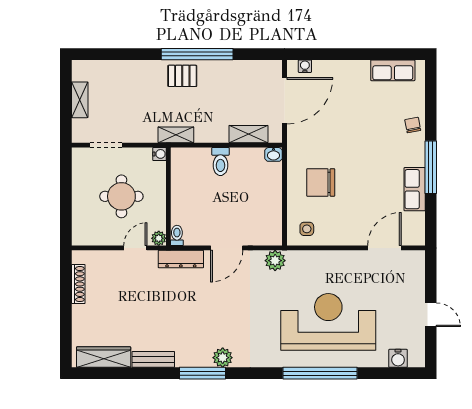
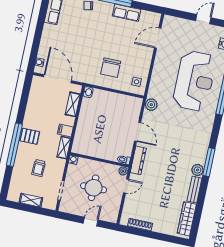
window: (197, 54) -> (14, 145), moved
pallet: (182, 76) -> (30, 136), turned 90
trolley: (134, 101) -> (39, 168), added
filing cabinet: (204, 131) -> (65, 130), added
toilet: (220, 161) -> (85, 124), removed
door: (66, 203) -> (91, 222), added
door: (135, 248) -> (126, 186), swing flipped
door: (384, 248) -> (158, 38), hinge flipped
reception desk: (328, 322) -> (194, 81), turned 180
plant: (223, 358) -> (198, 170), moved

